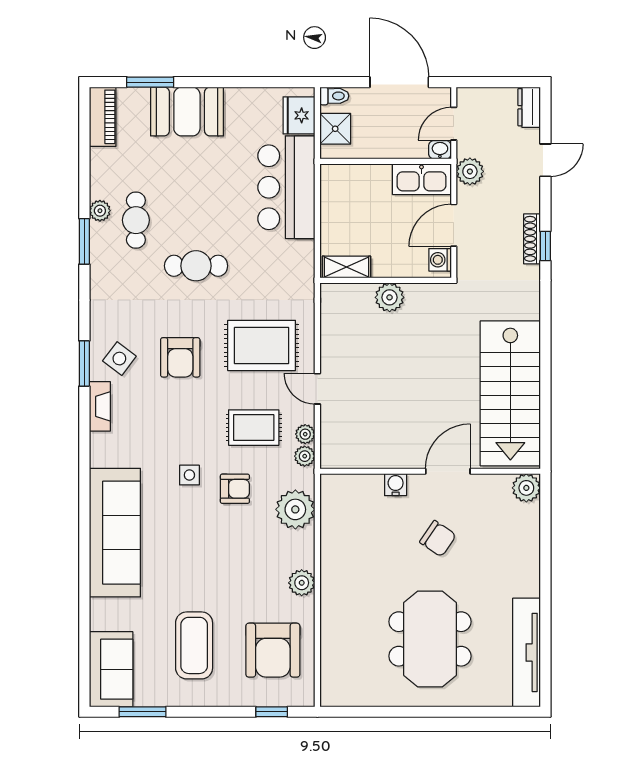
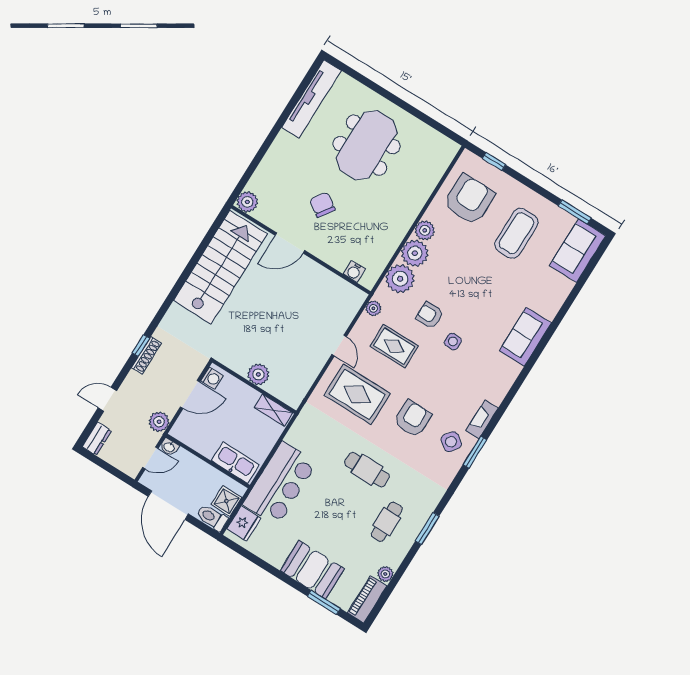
toilet: (334, 96) -> (212, 518), width x1.37, depth x1.39
kitchen sink: (421, 179) -> (235, 463), moved
plant: (100, 211) -> (385, 574), moved
plant: (305, 434) -> (415, 253), moved, width x1.88, depth x1.88
water cooler: (396, 485) -> (354, 271), moved
sofa: (115, 533) -> (525, 337), width x0.54, depth x0.79

